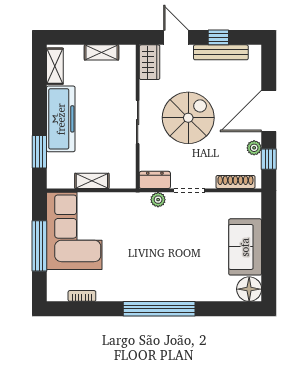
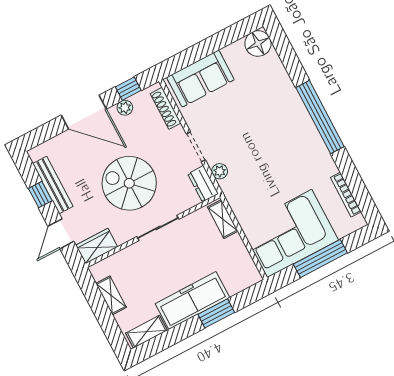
window: (39, 152) -> (216, 313), moved
shelving: (92, 181) -> (223, 219), moved
sofa: (245, 247) -> (200, 78), moved
bookcase: (82, 296) -> (346, 195), width x1.56

